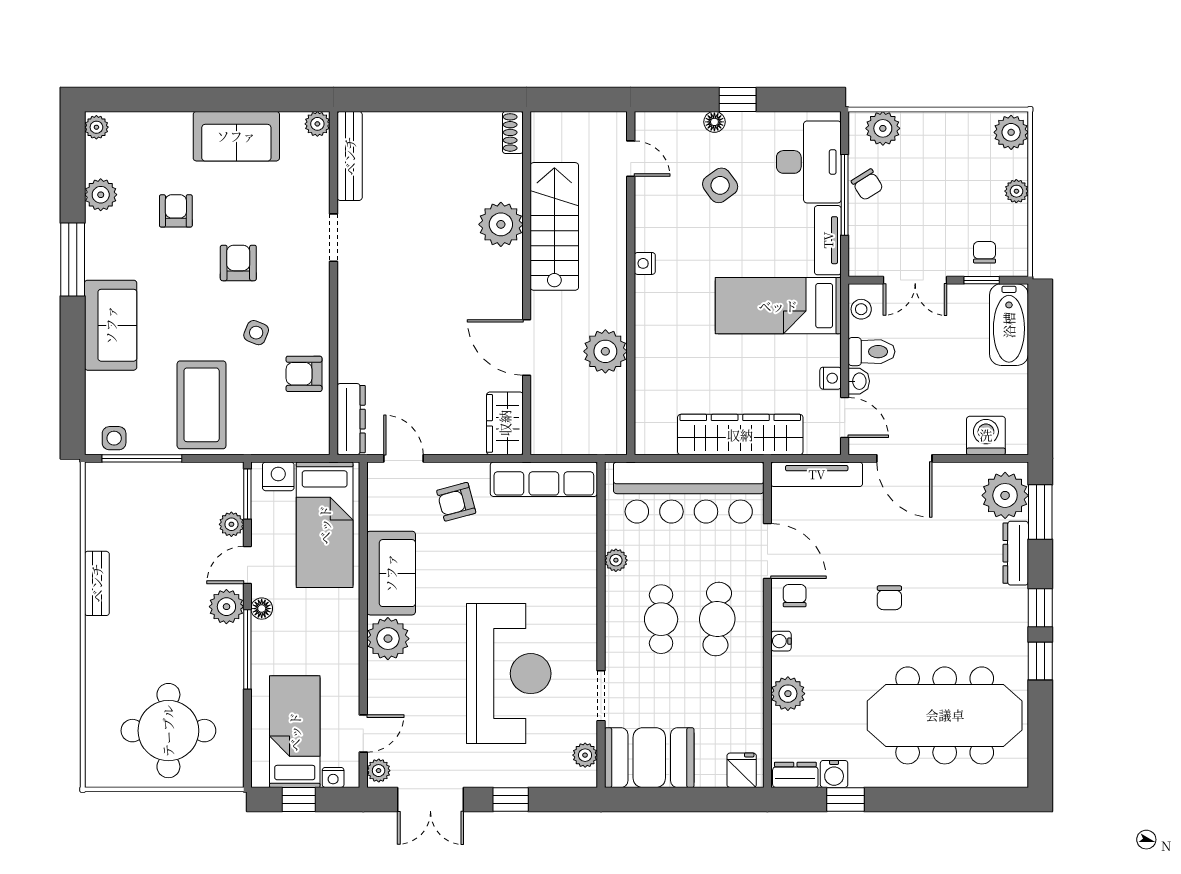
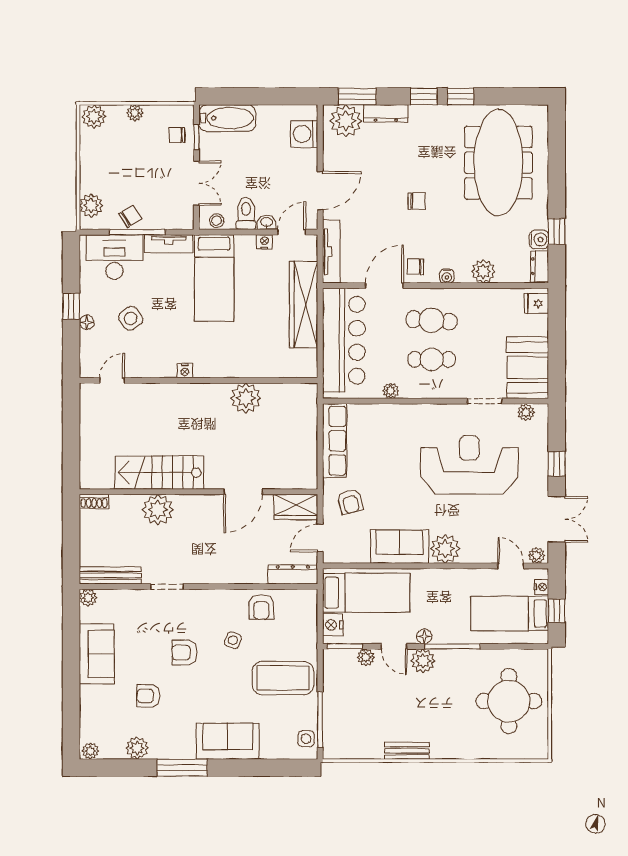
shoe rack: (513, 132) -> (94, 501), moved
plant: (501, 224) -> (158, 510), moved
stairs: (554, 226) -> (159, 473), moved
wall: (527, 283) -> (198, 492), moved
door: (527, 347) -> (243, 492), moved
wardrobe: (505, 423) -> (296, 507), moved

